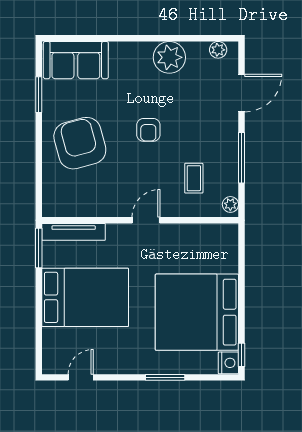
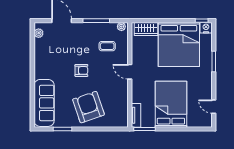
plant: (169, 57) -> (43, 59), removed
sofa: (76, 60) -> (44, 103), width x1.36
armchair: (80, 143) -> (88, 107), turned 86
tv unit: (74, 232) -> (136, 115), width x0.71
wardrobe: (226, 251) -> (146, 29), added

